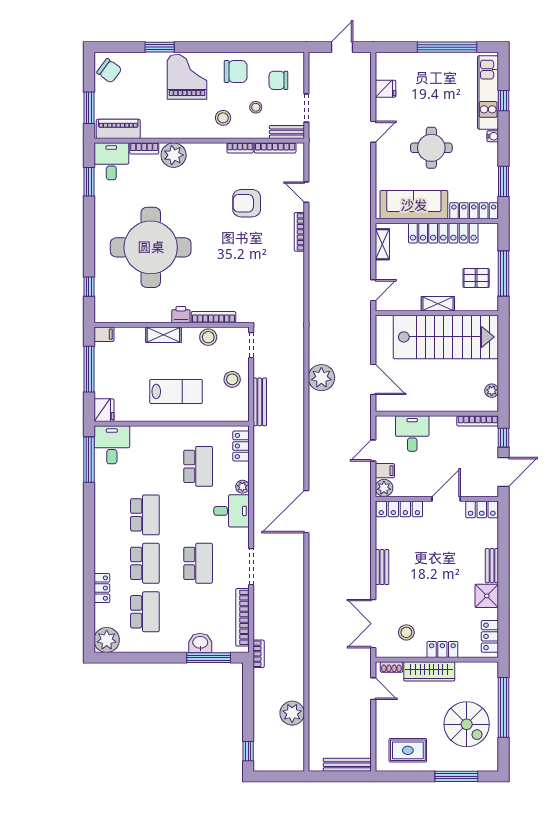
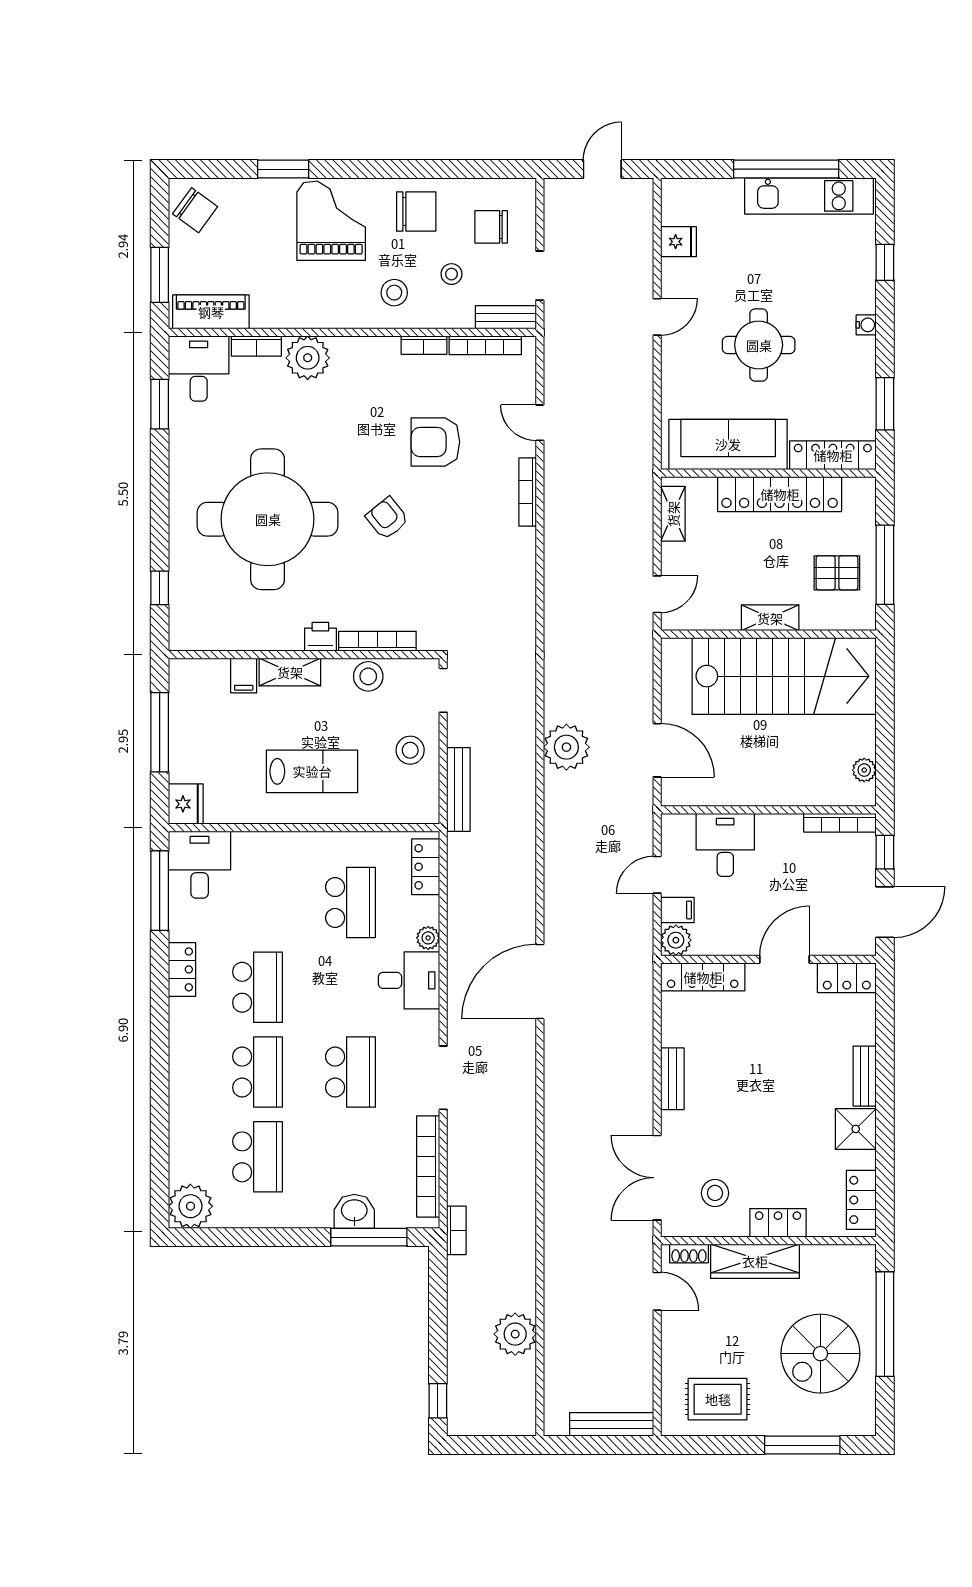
kitchen unit: (488, 92) -> (809, 196), moved, turned -90
armchair: (219, 247) -> (387, 518), added
filing cabinet: (104, 334) -> (244, 676), moved, turned 90
locker: (102, 588) -> (182, 969), moved
spiral stairs: (467, 724) -> (820, 1354), turned 90

